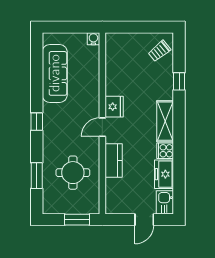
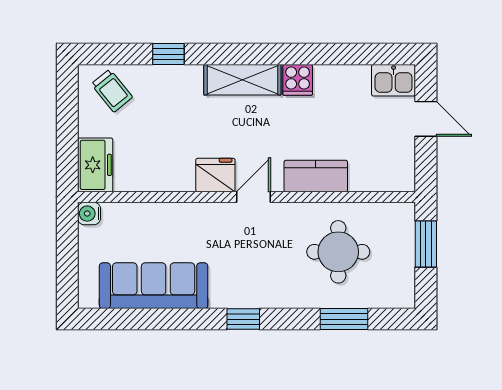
door: (102, 127) -> (254, 197), swing flipped
freezer: (164, 174) -> (95, 165), moved, turned -90

